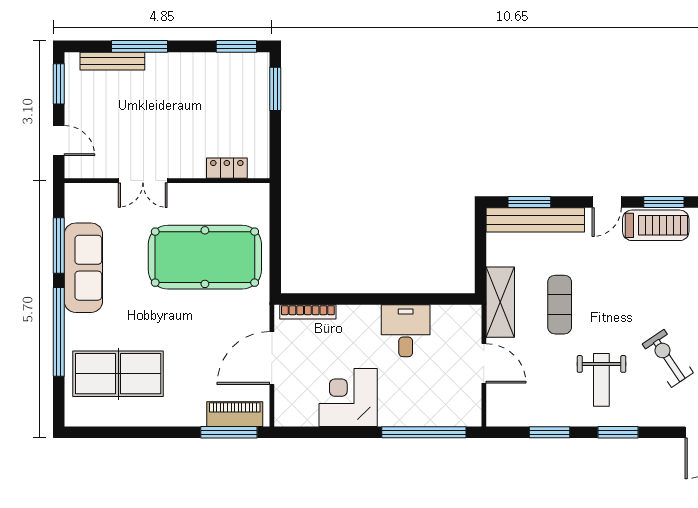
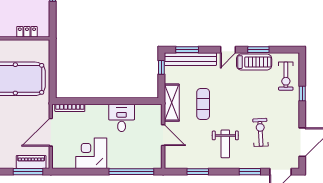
window: (481, 236) -> (161, 67), added
exercise bike: (668, 358) -> (260, 132), turned 31
window: (618, 432) -> (250, 172), moved

